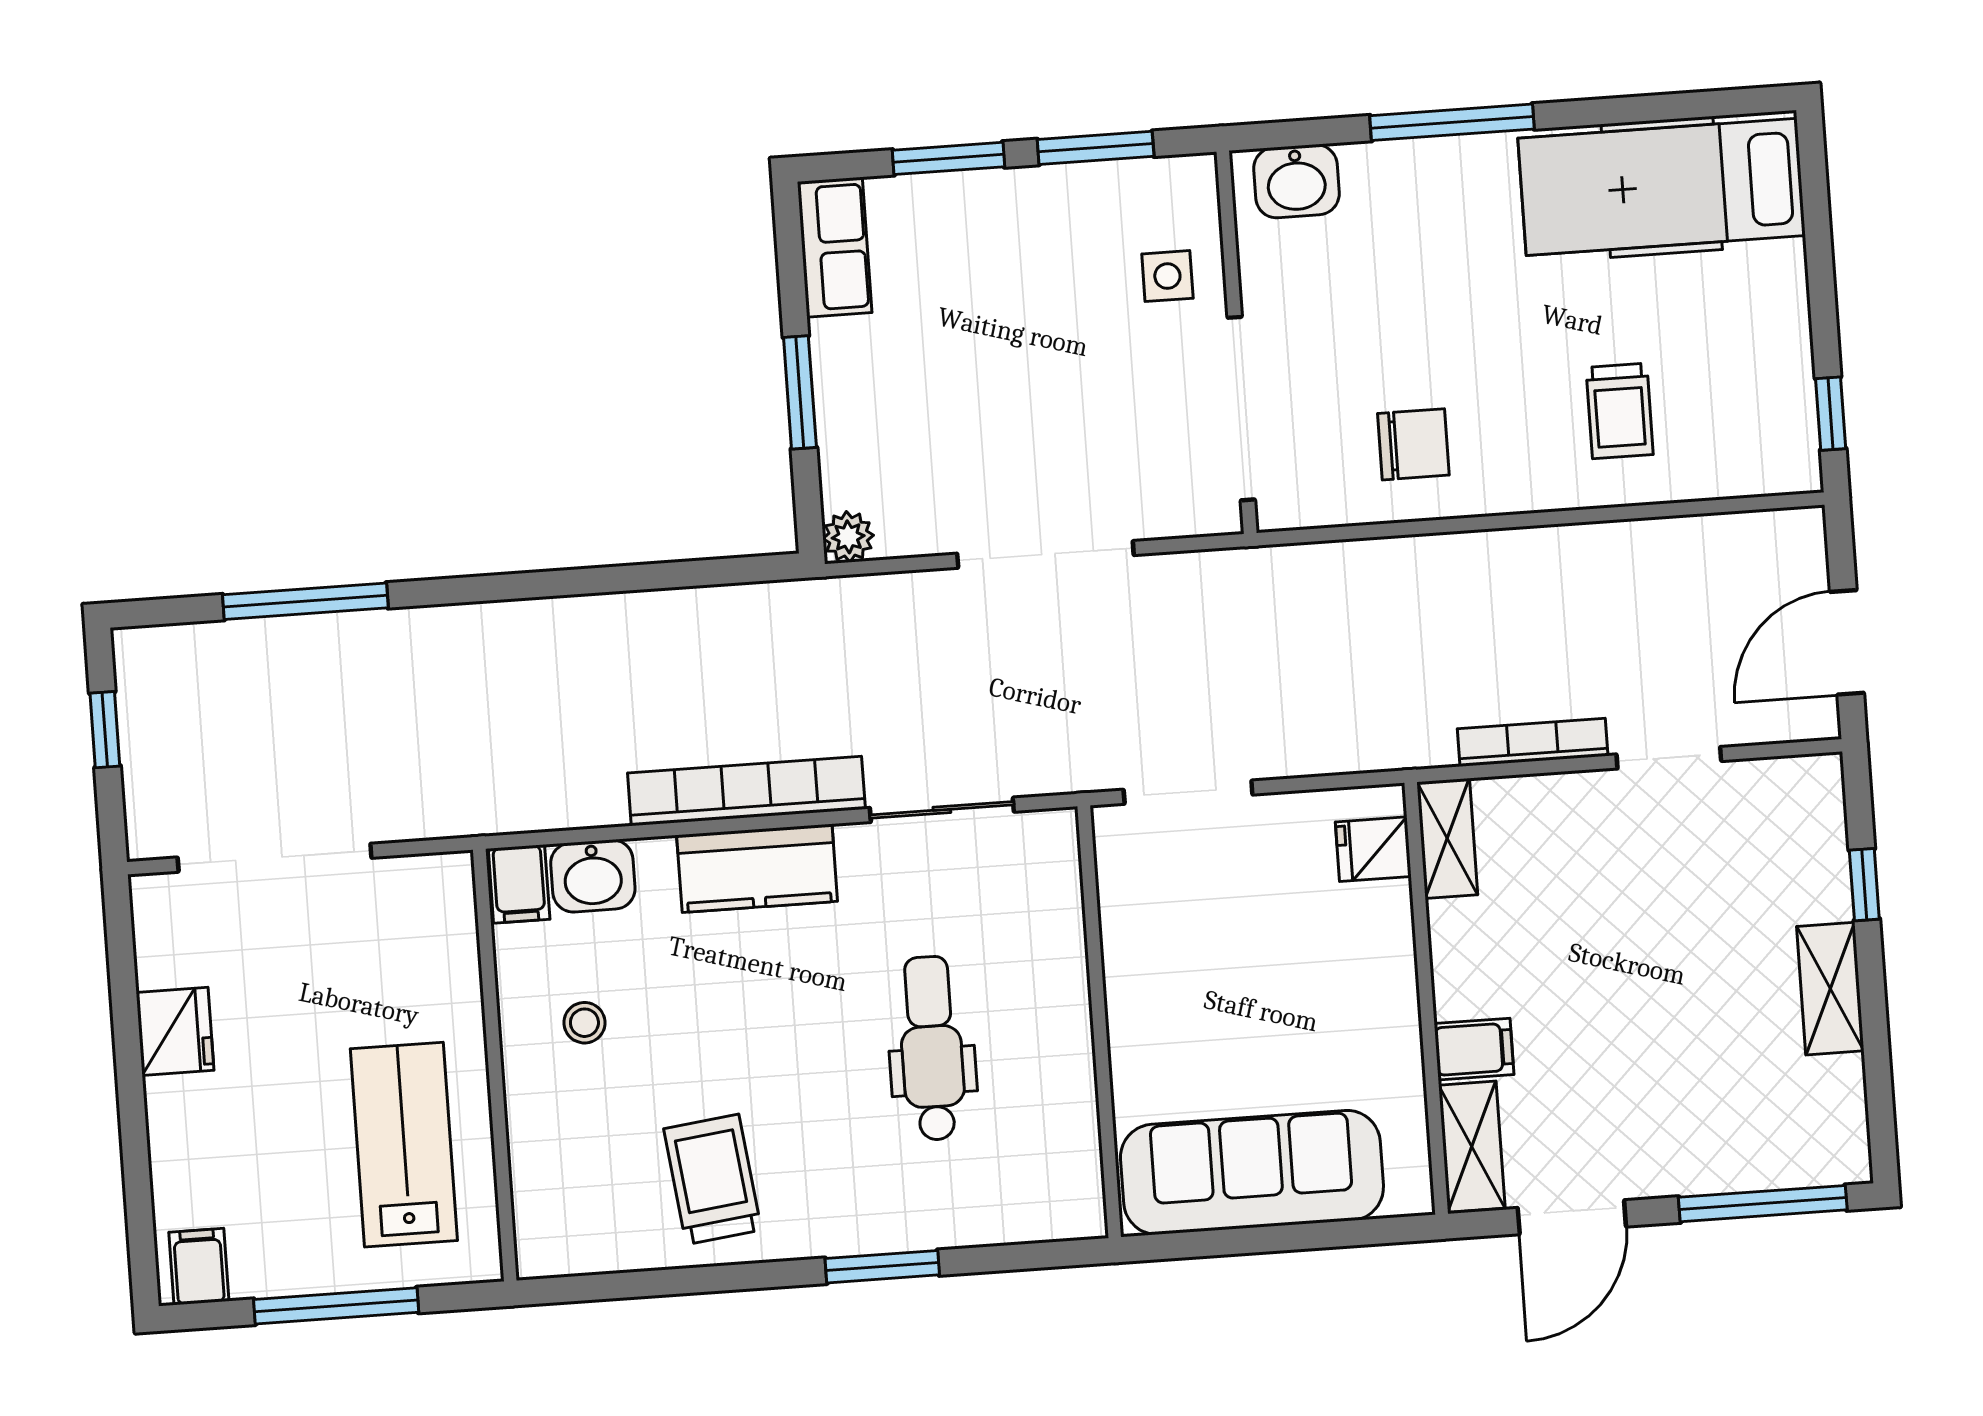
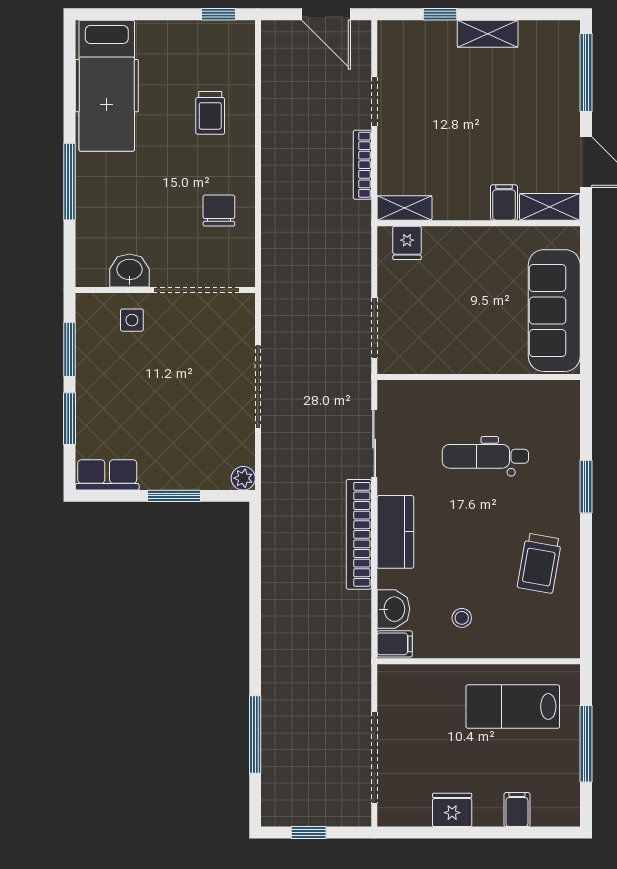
washbasin: (1296, 181) -> (129, 270), moved, turned -90
trolley: (1620, 411) -> (210, 113), turned 90
trolley: (713, 1179) -> (539, 563), turned -73
filing cabinet: (199, 1267) -> (517, 810), moved, turned 90

